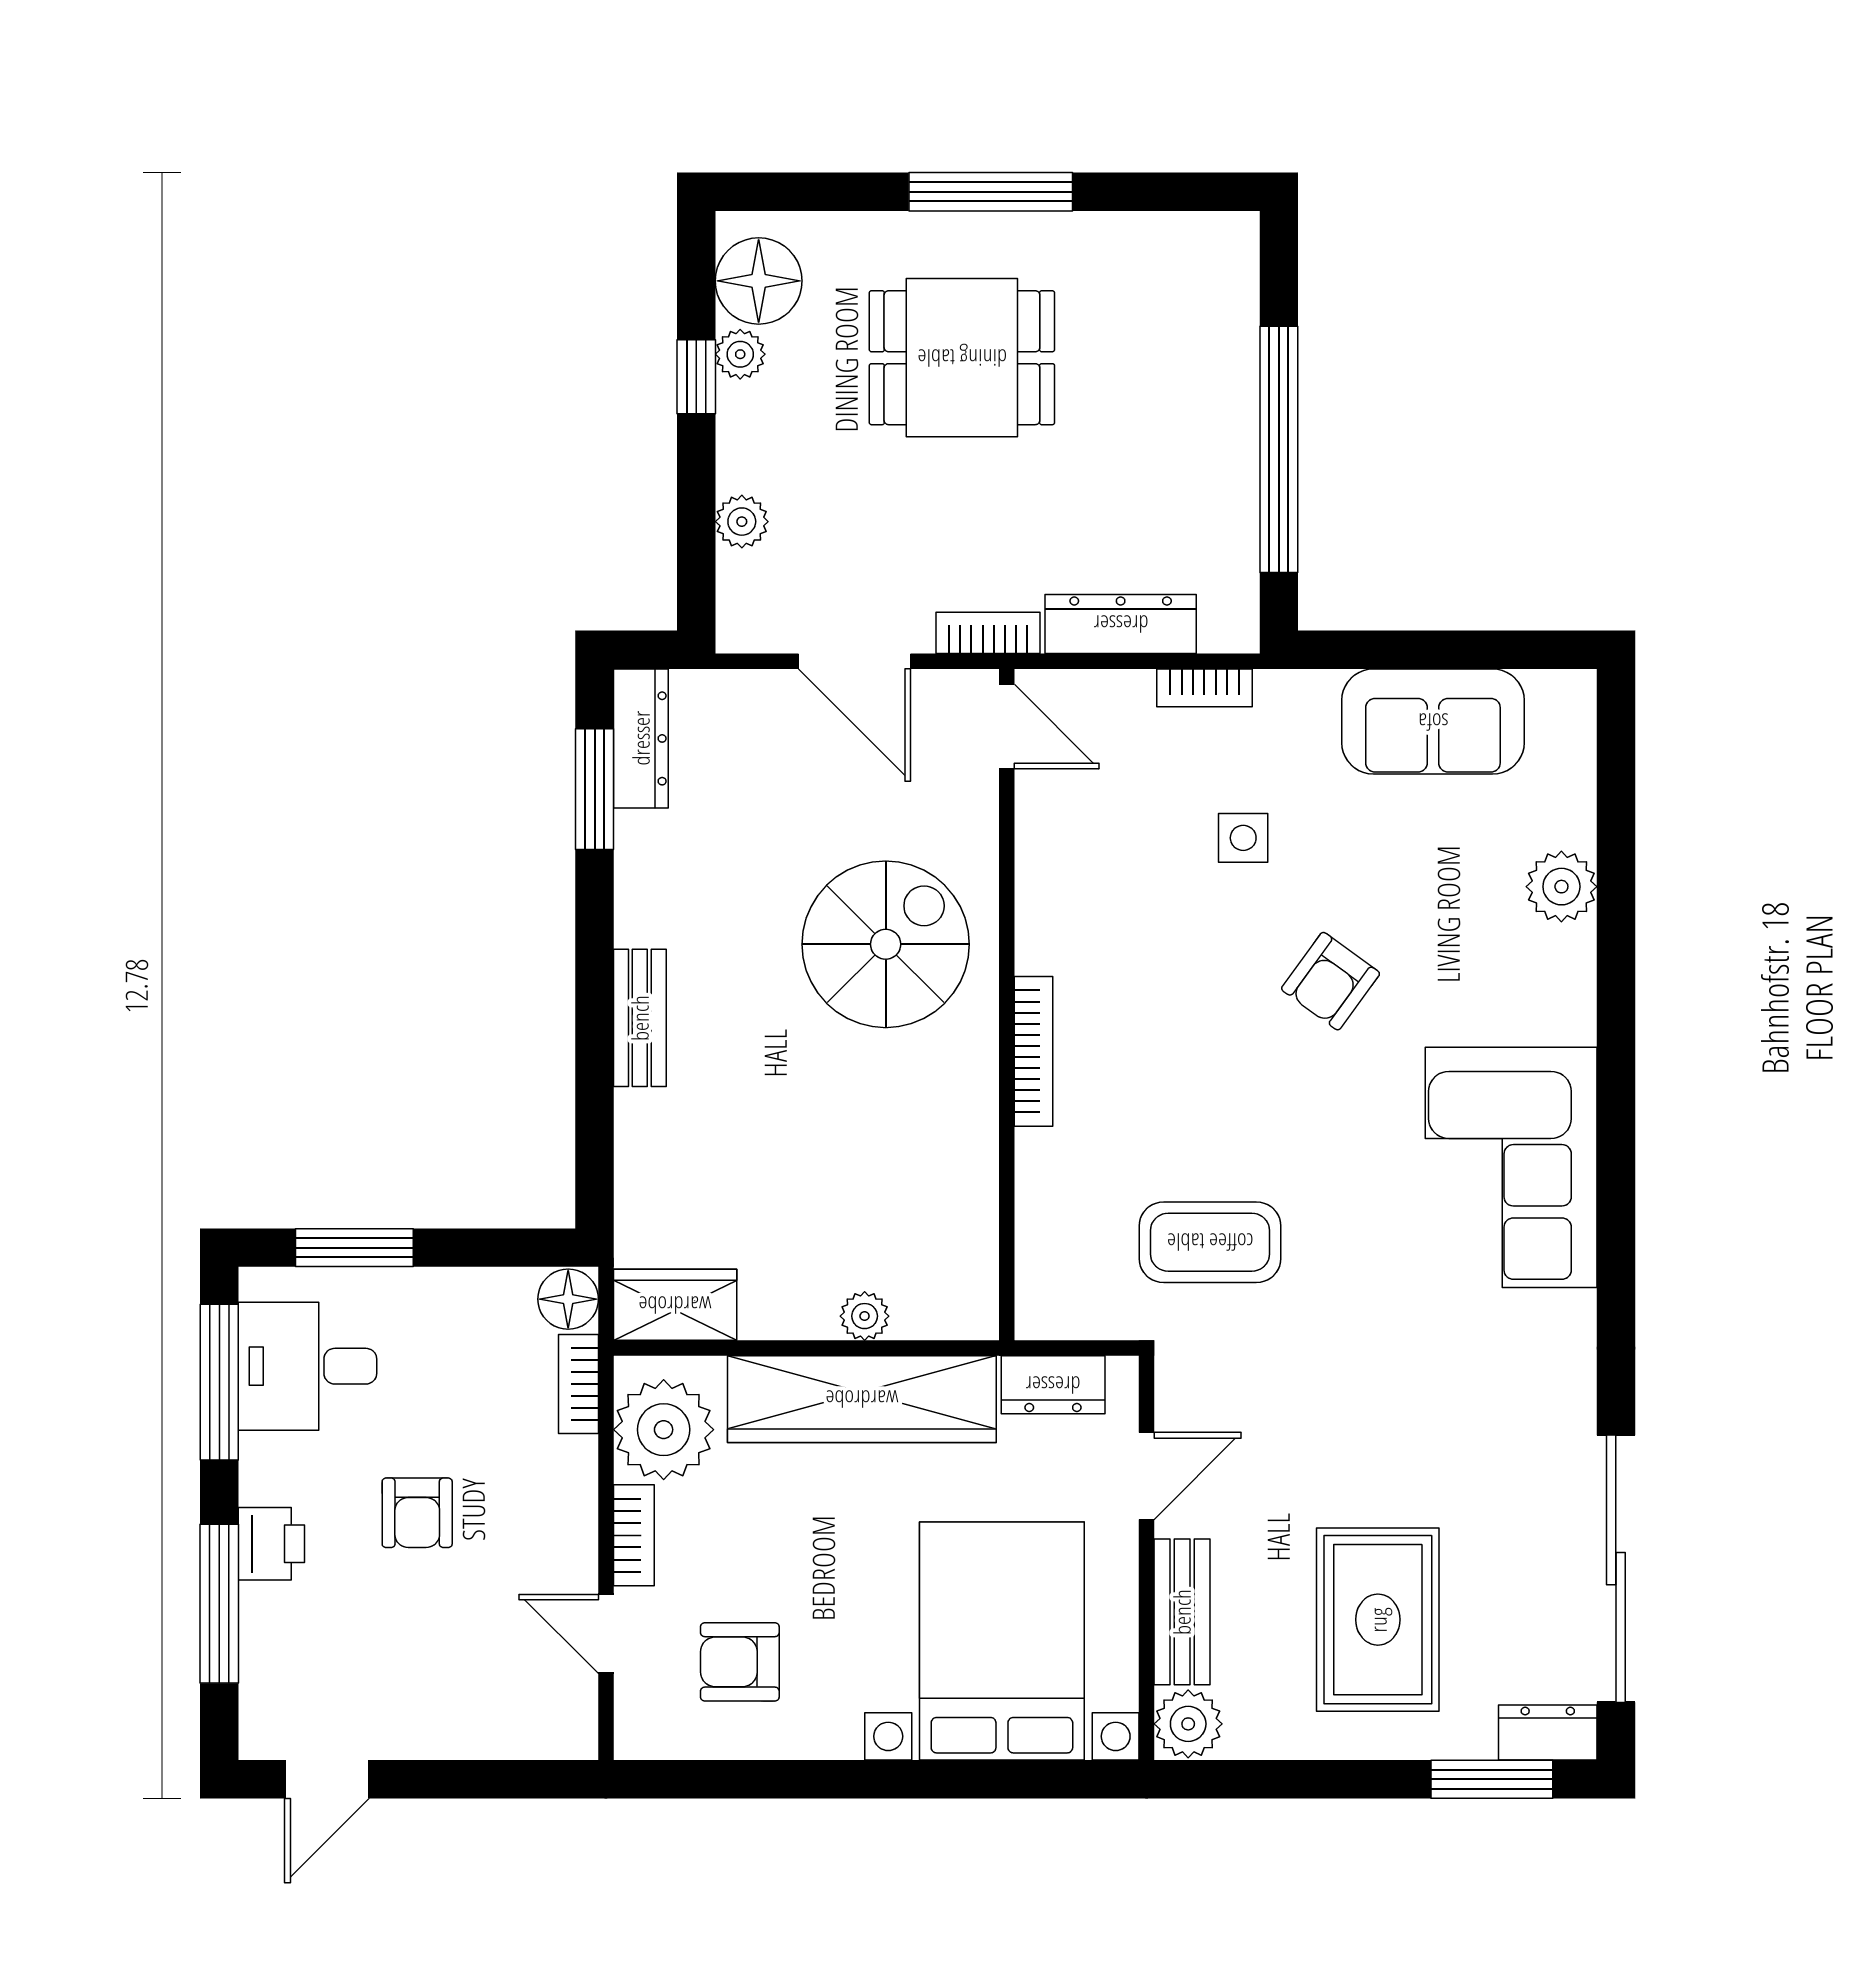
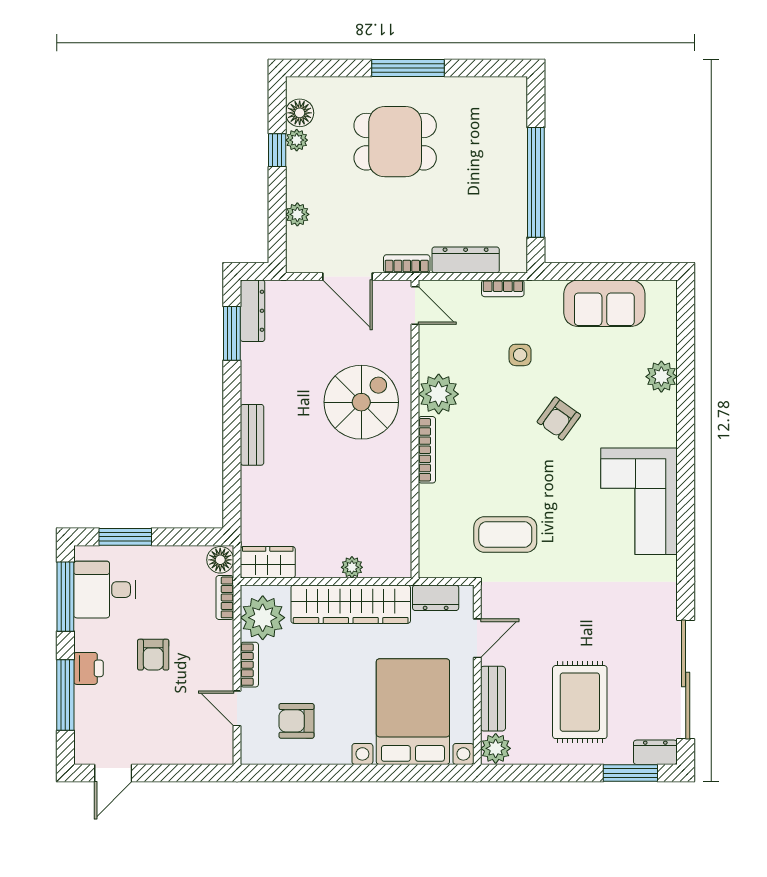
floor lamp: (759, 281) -> (300, 113), width x0.73, depth x0.73
plant: (1060, 926) -> (439, 394), added

